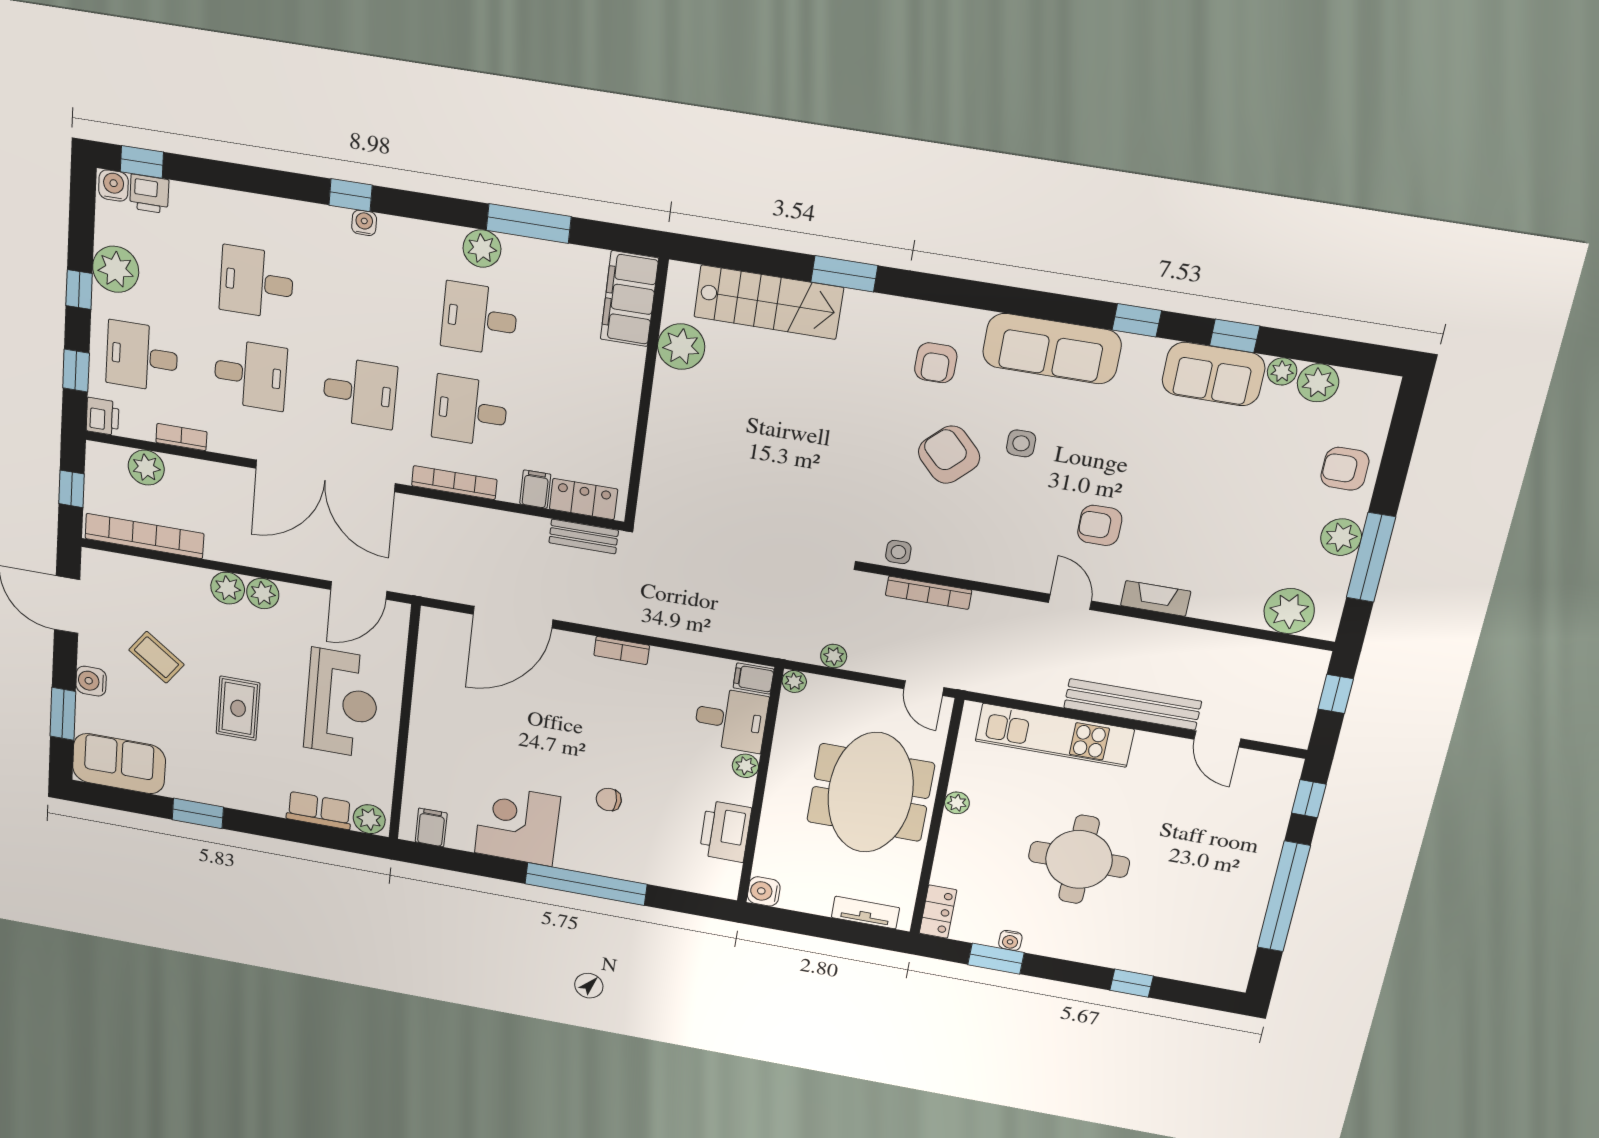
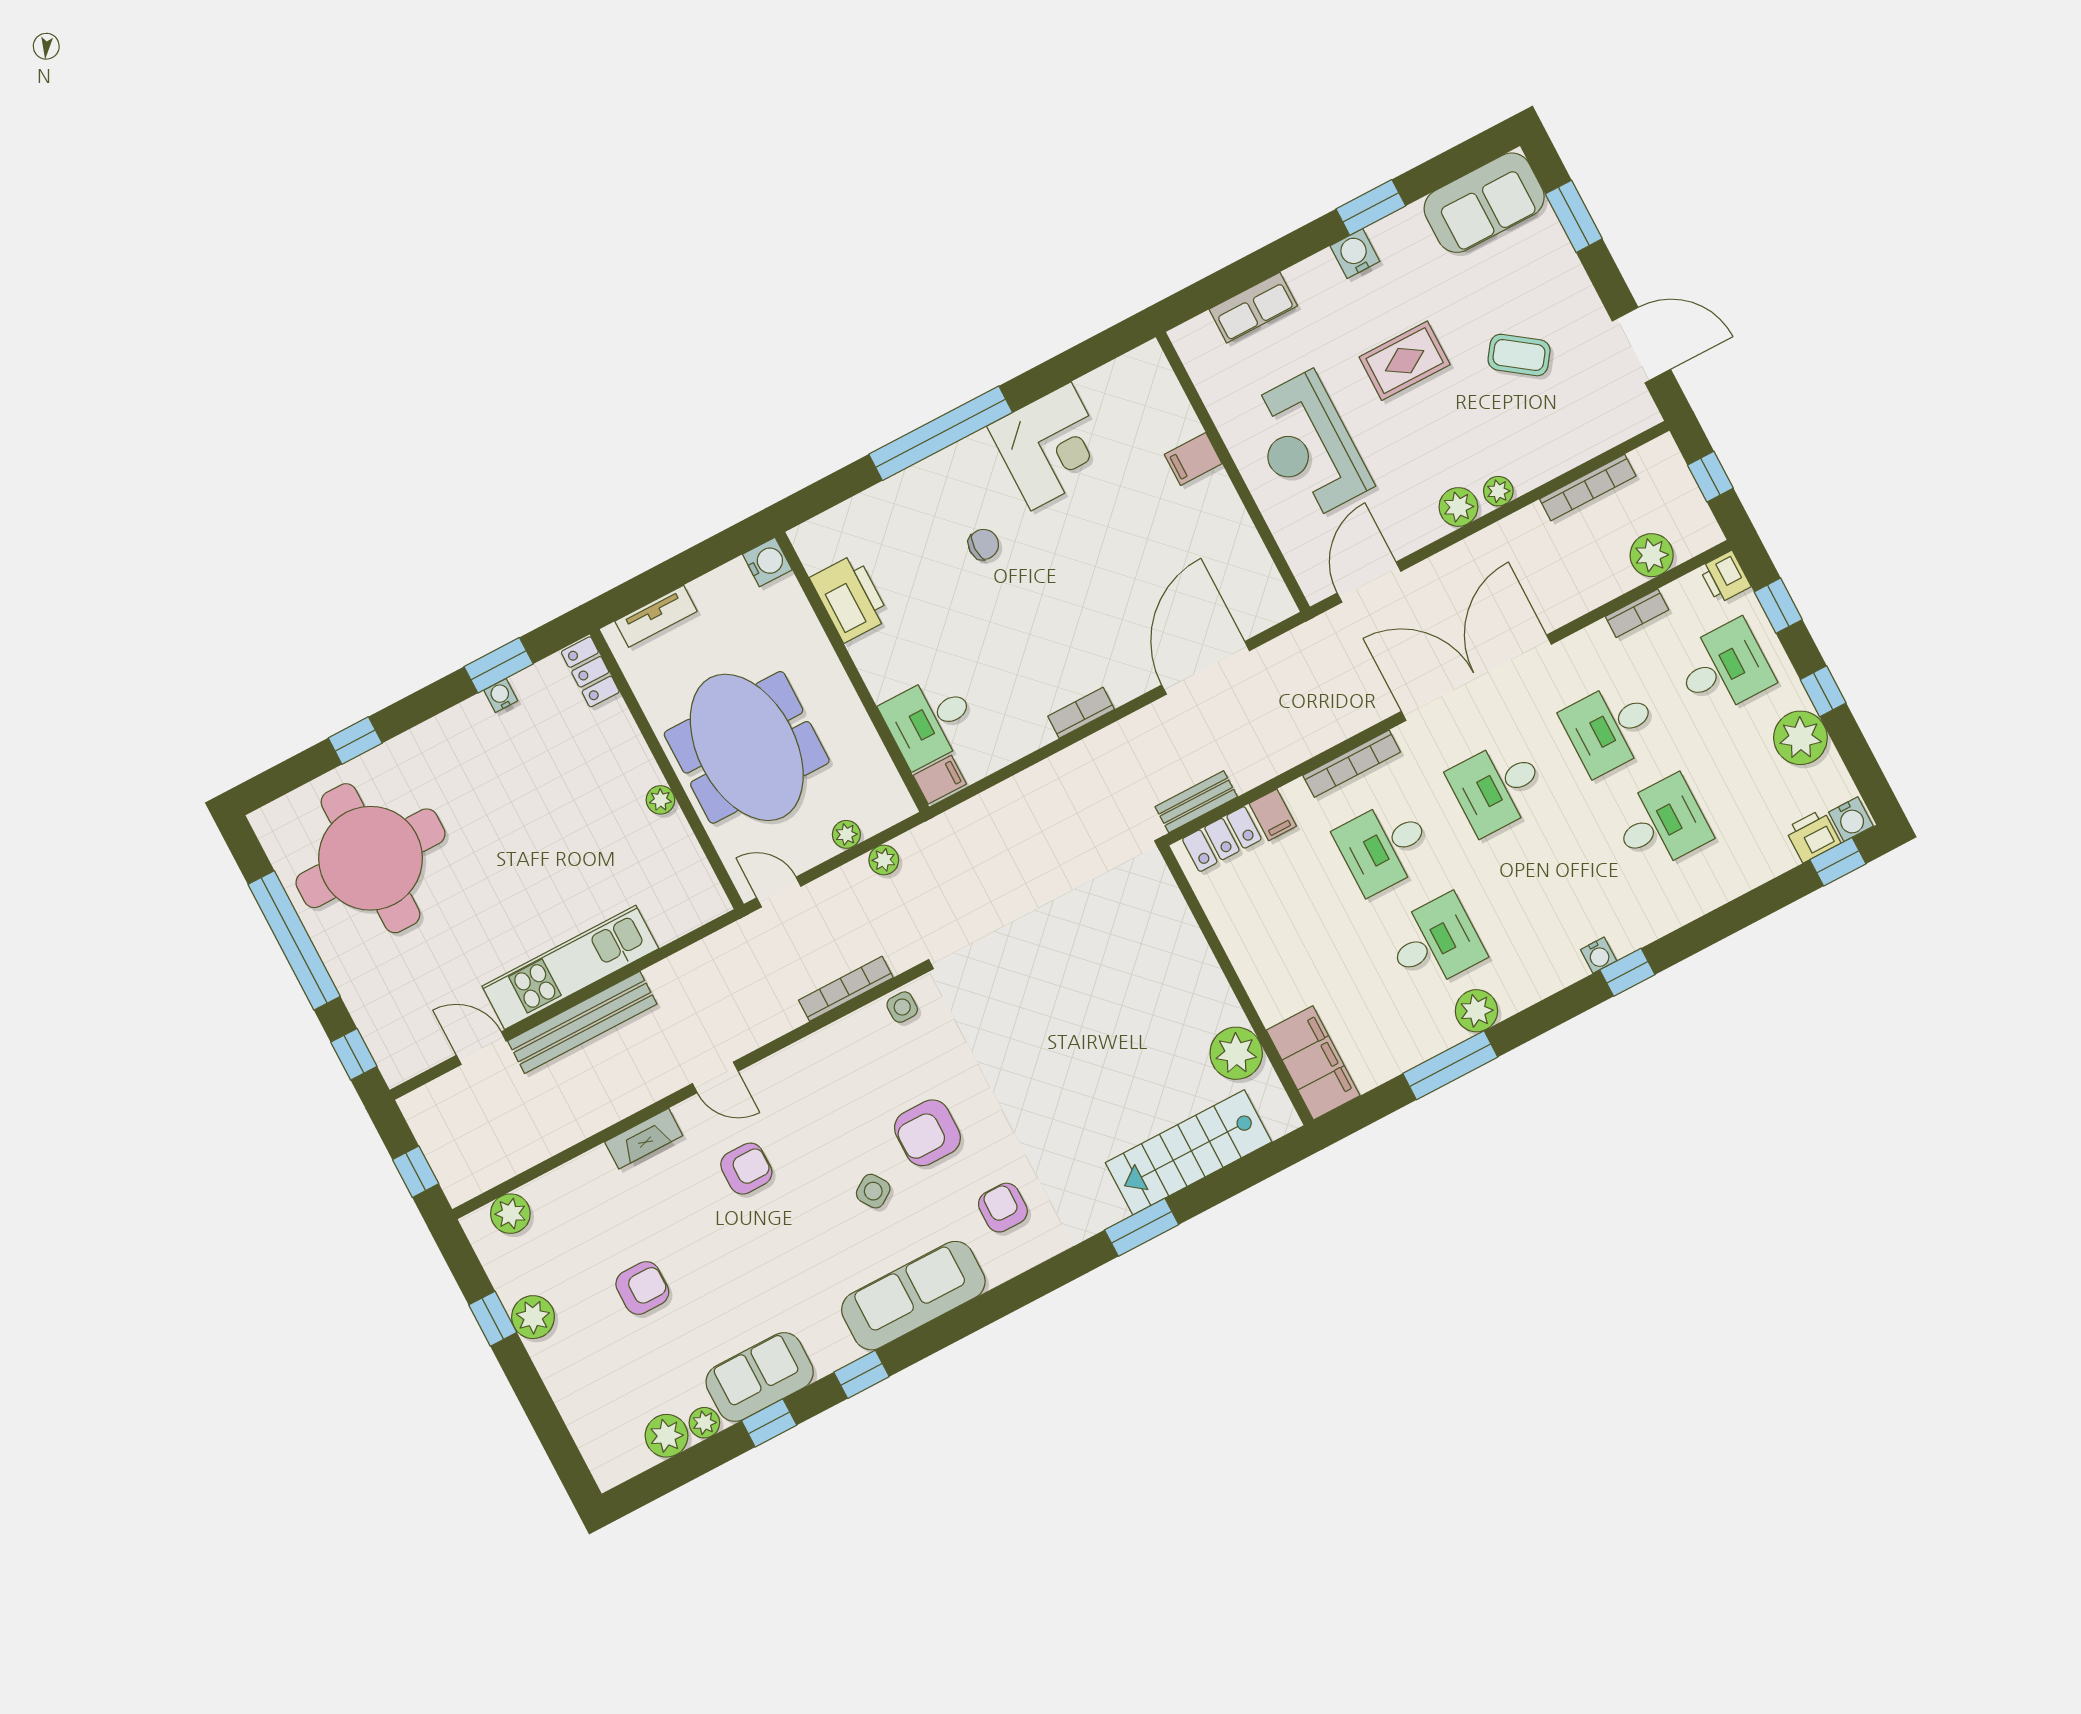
desk: (470, 411) -> (1384, 846), turned 180
side table: (1021, 443) -> (873, 1191), turned -34
armchair: (949, 455) -> (927, 1133), turned 134
armchair: (1345, 469) -> (642, 1288), moved
bookcase: (144, 536) -> (1588, 488), width x0.68, depth x0.76
window: (1371, 557) -> (493, 1319), width x0.46
plant: (228, 588) -> (1498, 491), width x0.73, depth x0.73
plant: (1289, 611) -> (510, 1214), width x0.73, depth x0.73
water cooler: (91, 681) -> (1355, 254), moved, turned -90
plant: (794, 681) -> (846, 834), moved
rug: (238, 708) -> (1405, 361), turned 90
kitchen unit: (1055, 735) -> (570, 967), moved
plant: (745, 766) -> (882, 683), removed
plant: (369, 819) -> (1198, 337), removed
filing cabinet: (431, 827) -> (1193, 459), moved, turned 90
round table: (1079, 859) -> (370, 858), moved, width x1.36, depth x1.36

